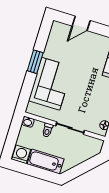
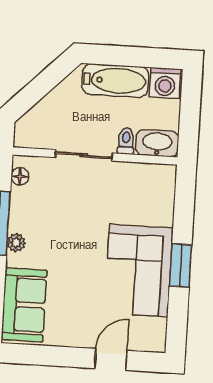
corner sofa: (51, 84) -> (139, 271), moved
washbasin: (28, 122) -> (157, 143), width x1.91, depth x1.45

